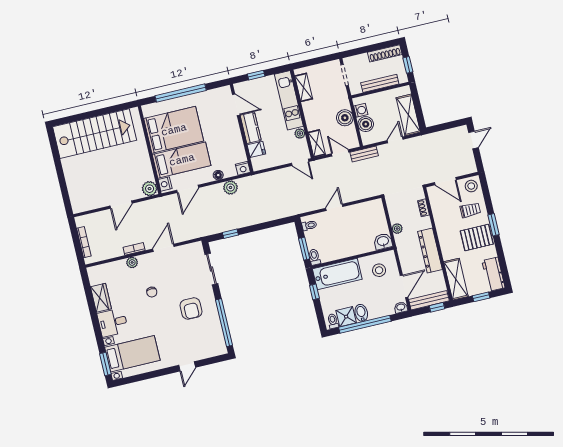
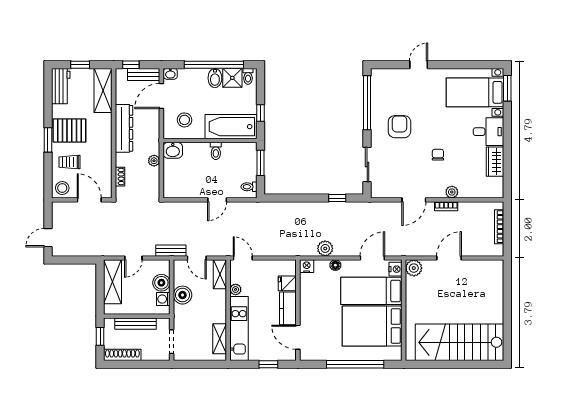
toilet: (314, 257) -> (216, 151), moved
bench: (429, 300) -> (144, 74), width x0.73

